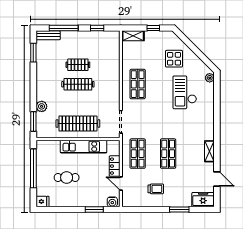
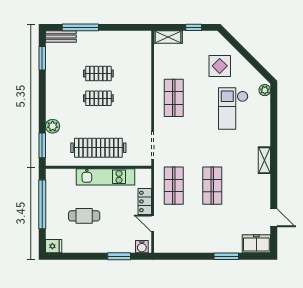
window: (97, 28) -> (123, 27), removed
clothes rail: (78, 84) -> (98, 98), width x0.73
shelving: (209, 151) -> (264, 160), moved
trolley: (156, 189) -> (197, 230), removed

